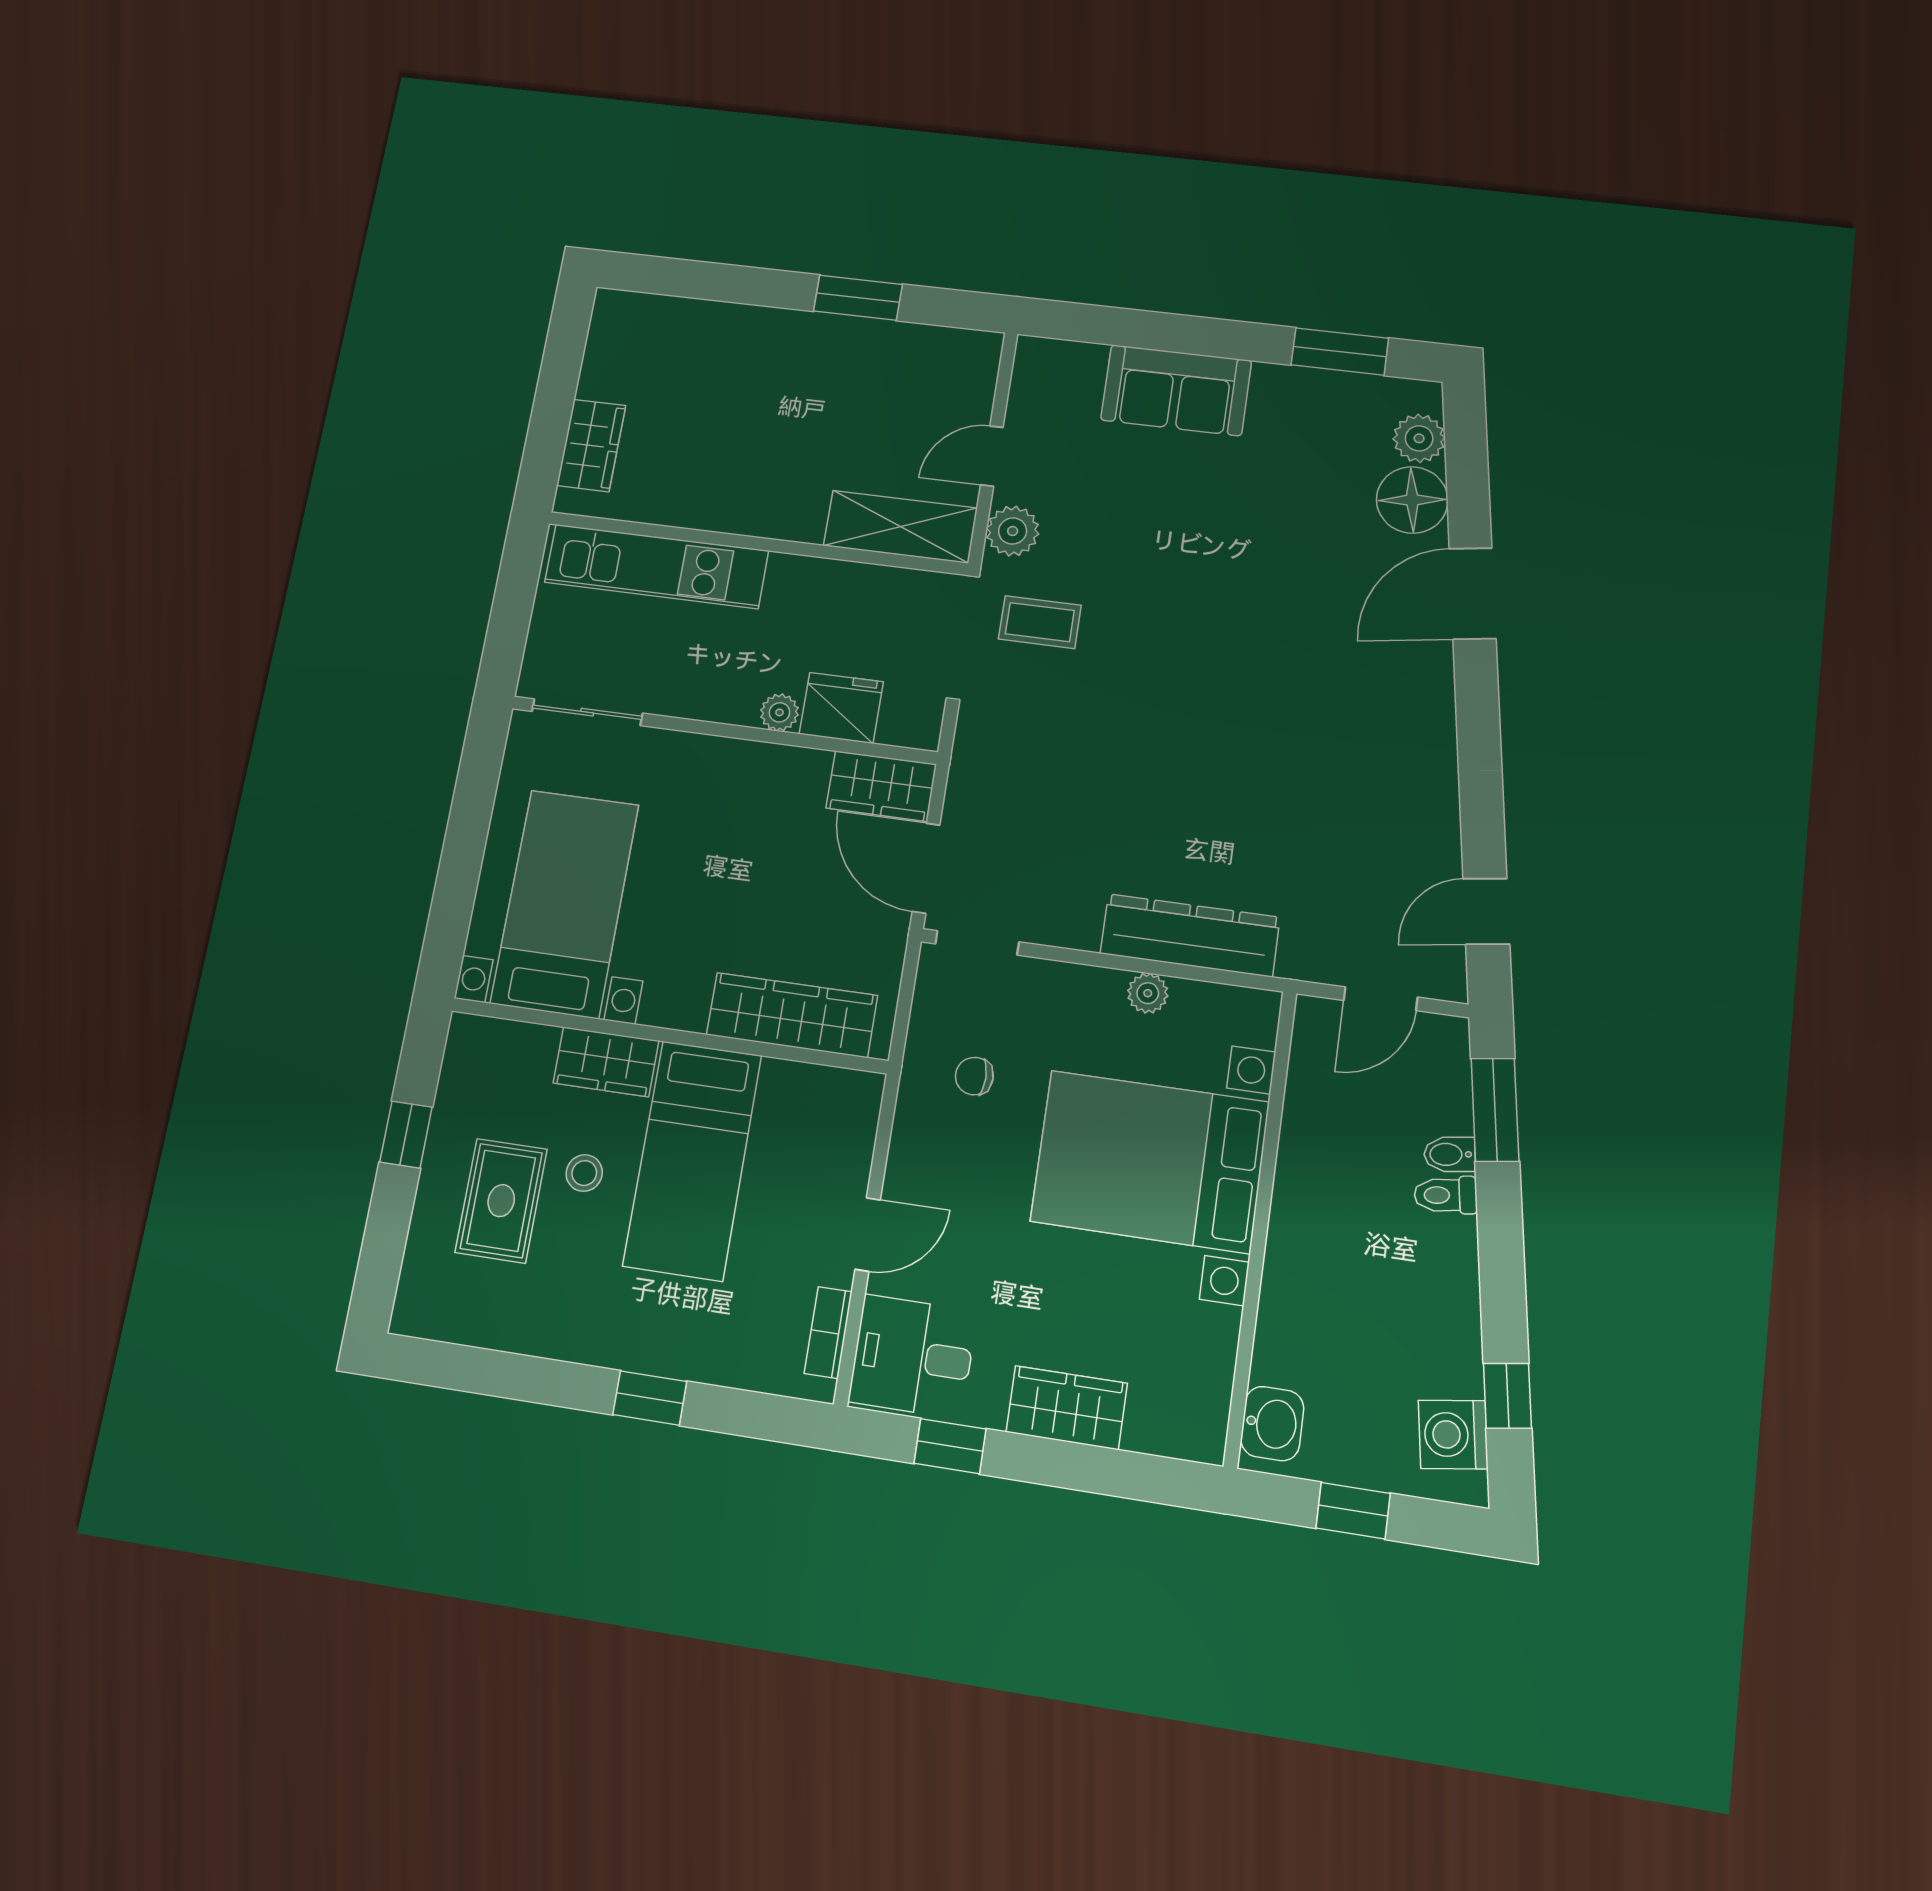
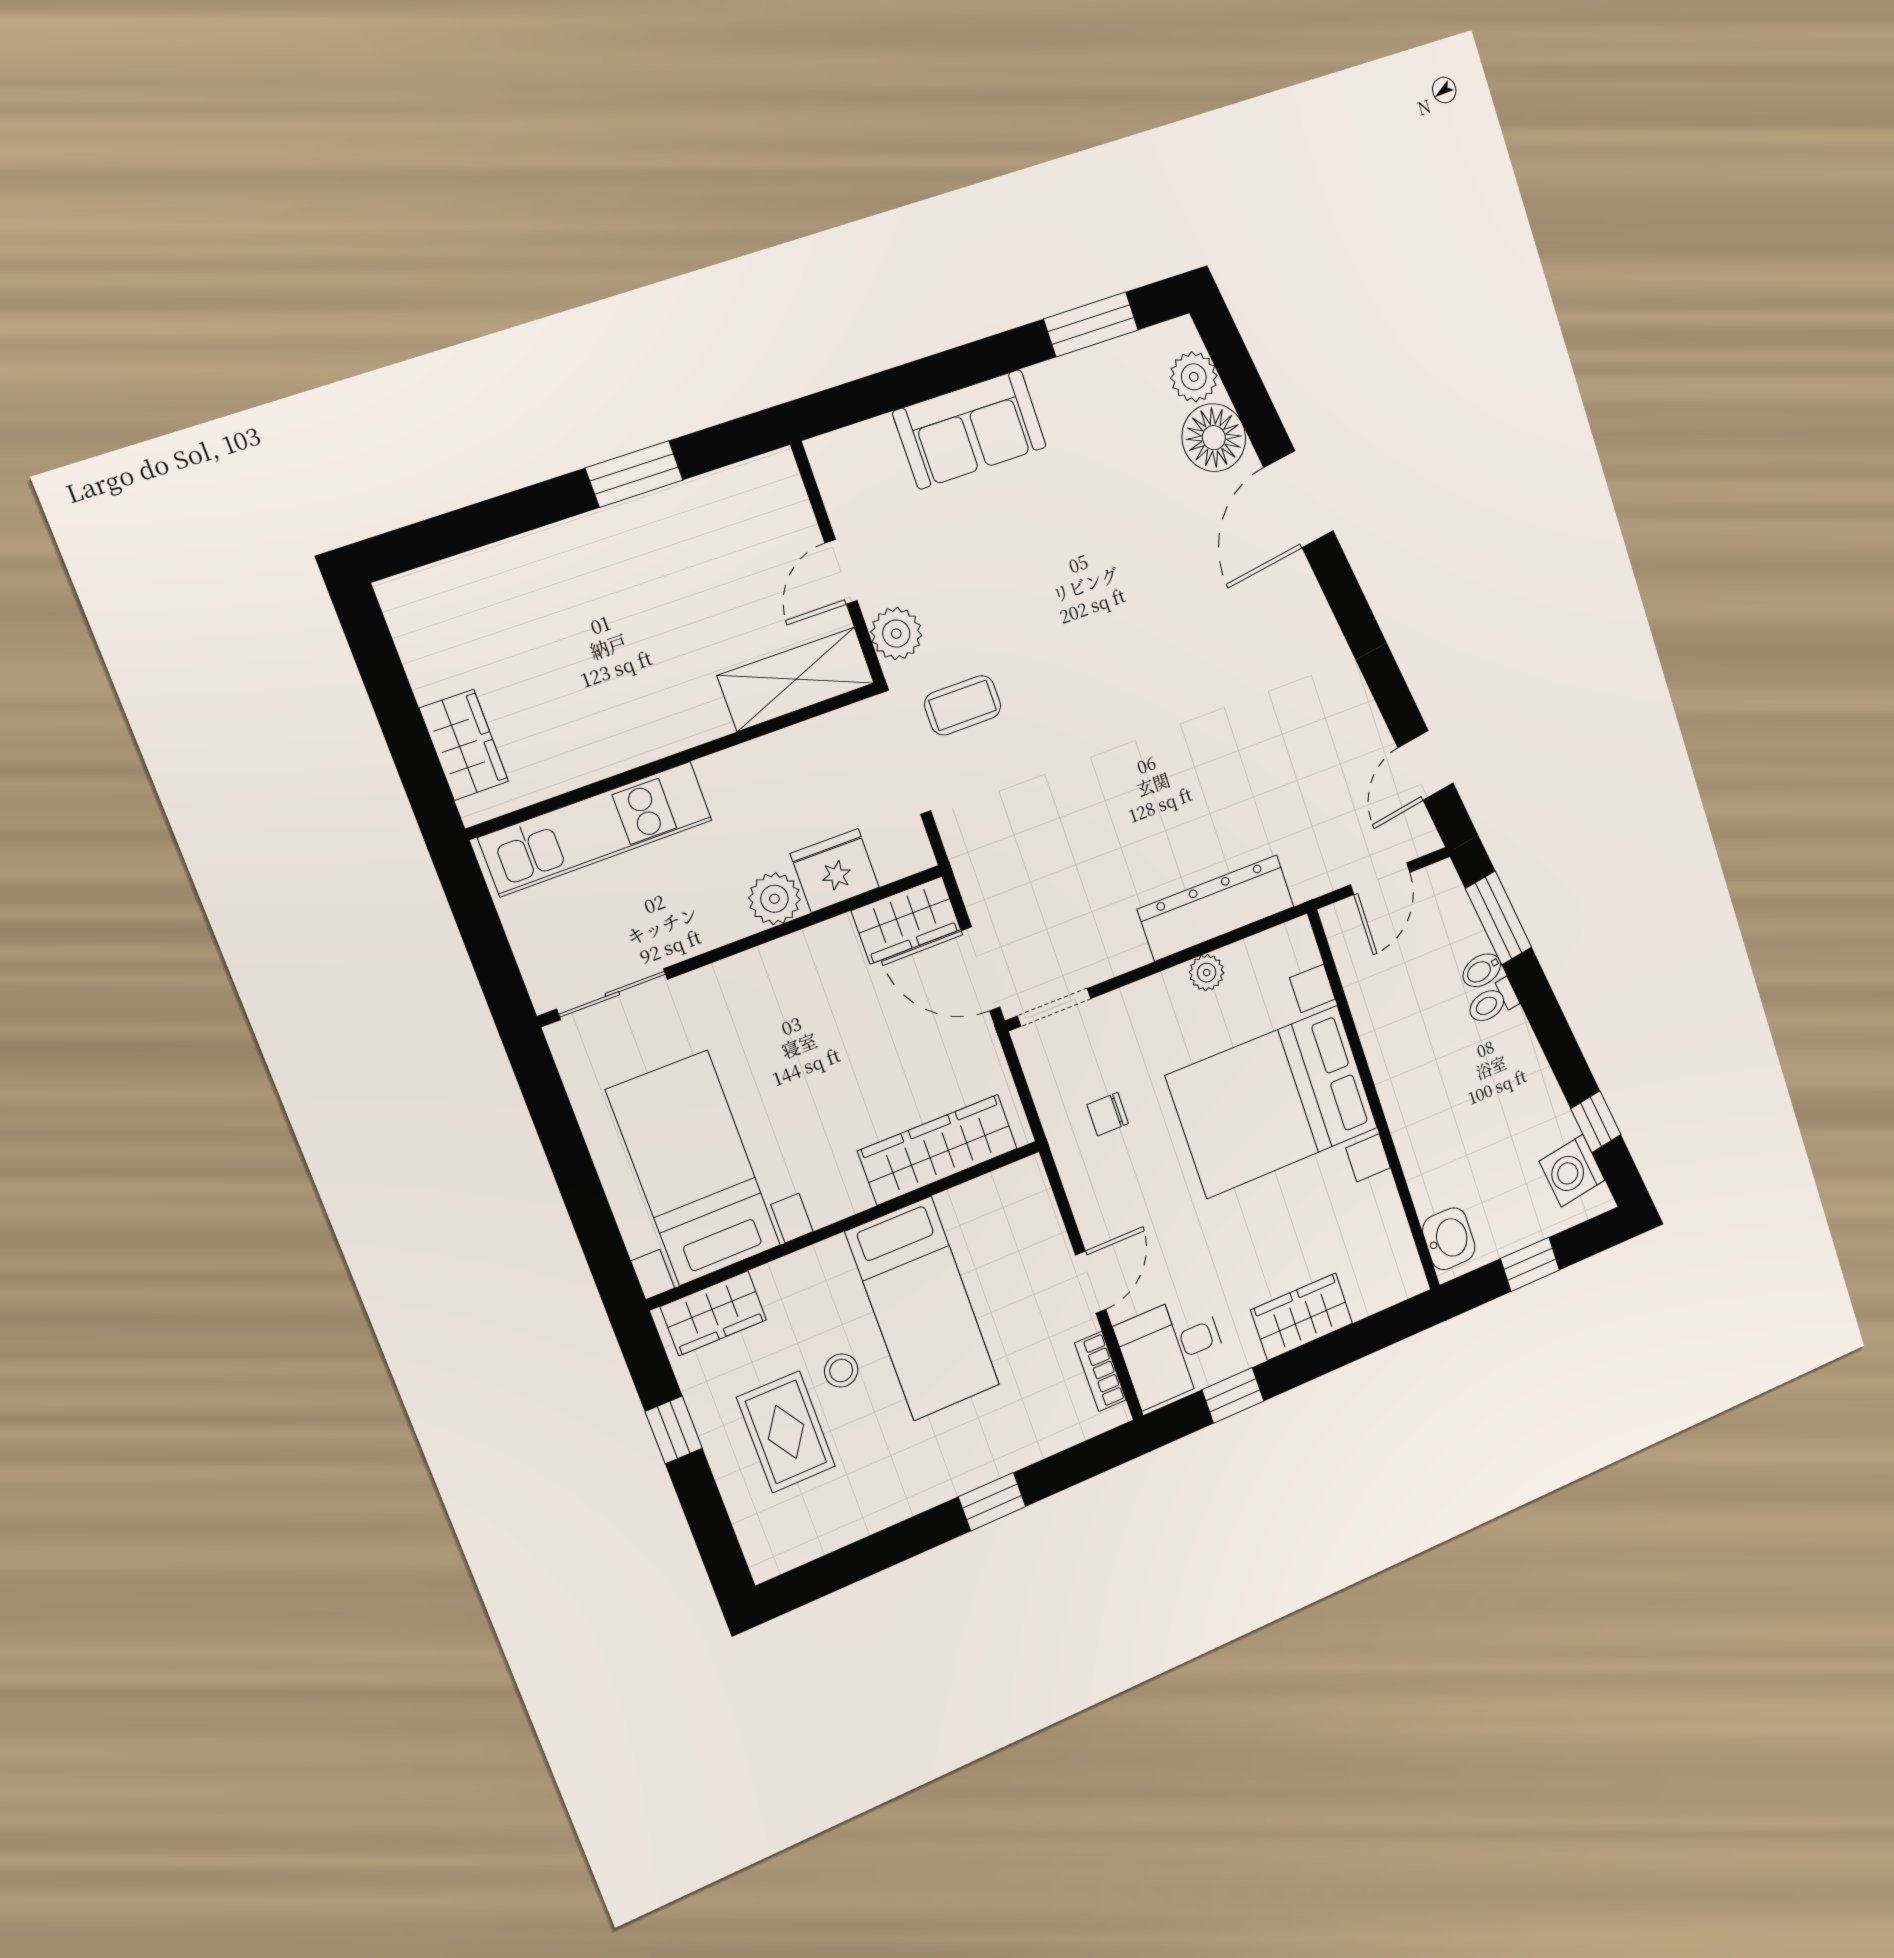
plant: (779, 712) -> (774, 899), width x1.38, depth x1.38
wardrobe: (606, 1062) -> (713, 1313), moved

